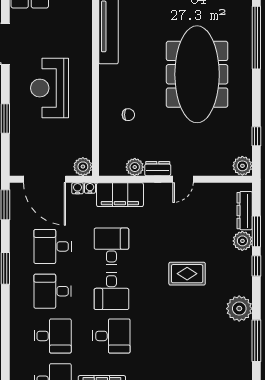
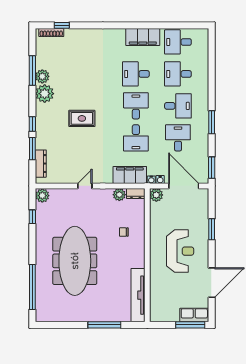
dresser: (158, 169) -> (136, 193), moved
plant: (242, 241) -> (42, 76), moved
desk: (53, 246) -> (178, 138), turned -90

